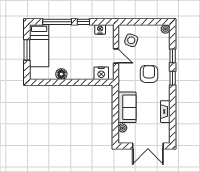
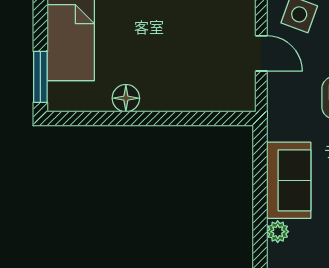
window: (27, 50) -> (40, 77), moved
nightstand: (101, 73) -> (225, 96), removed

